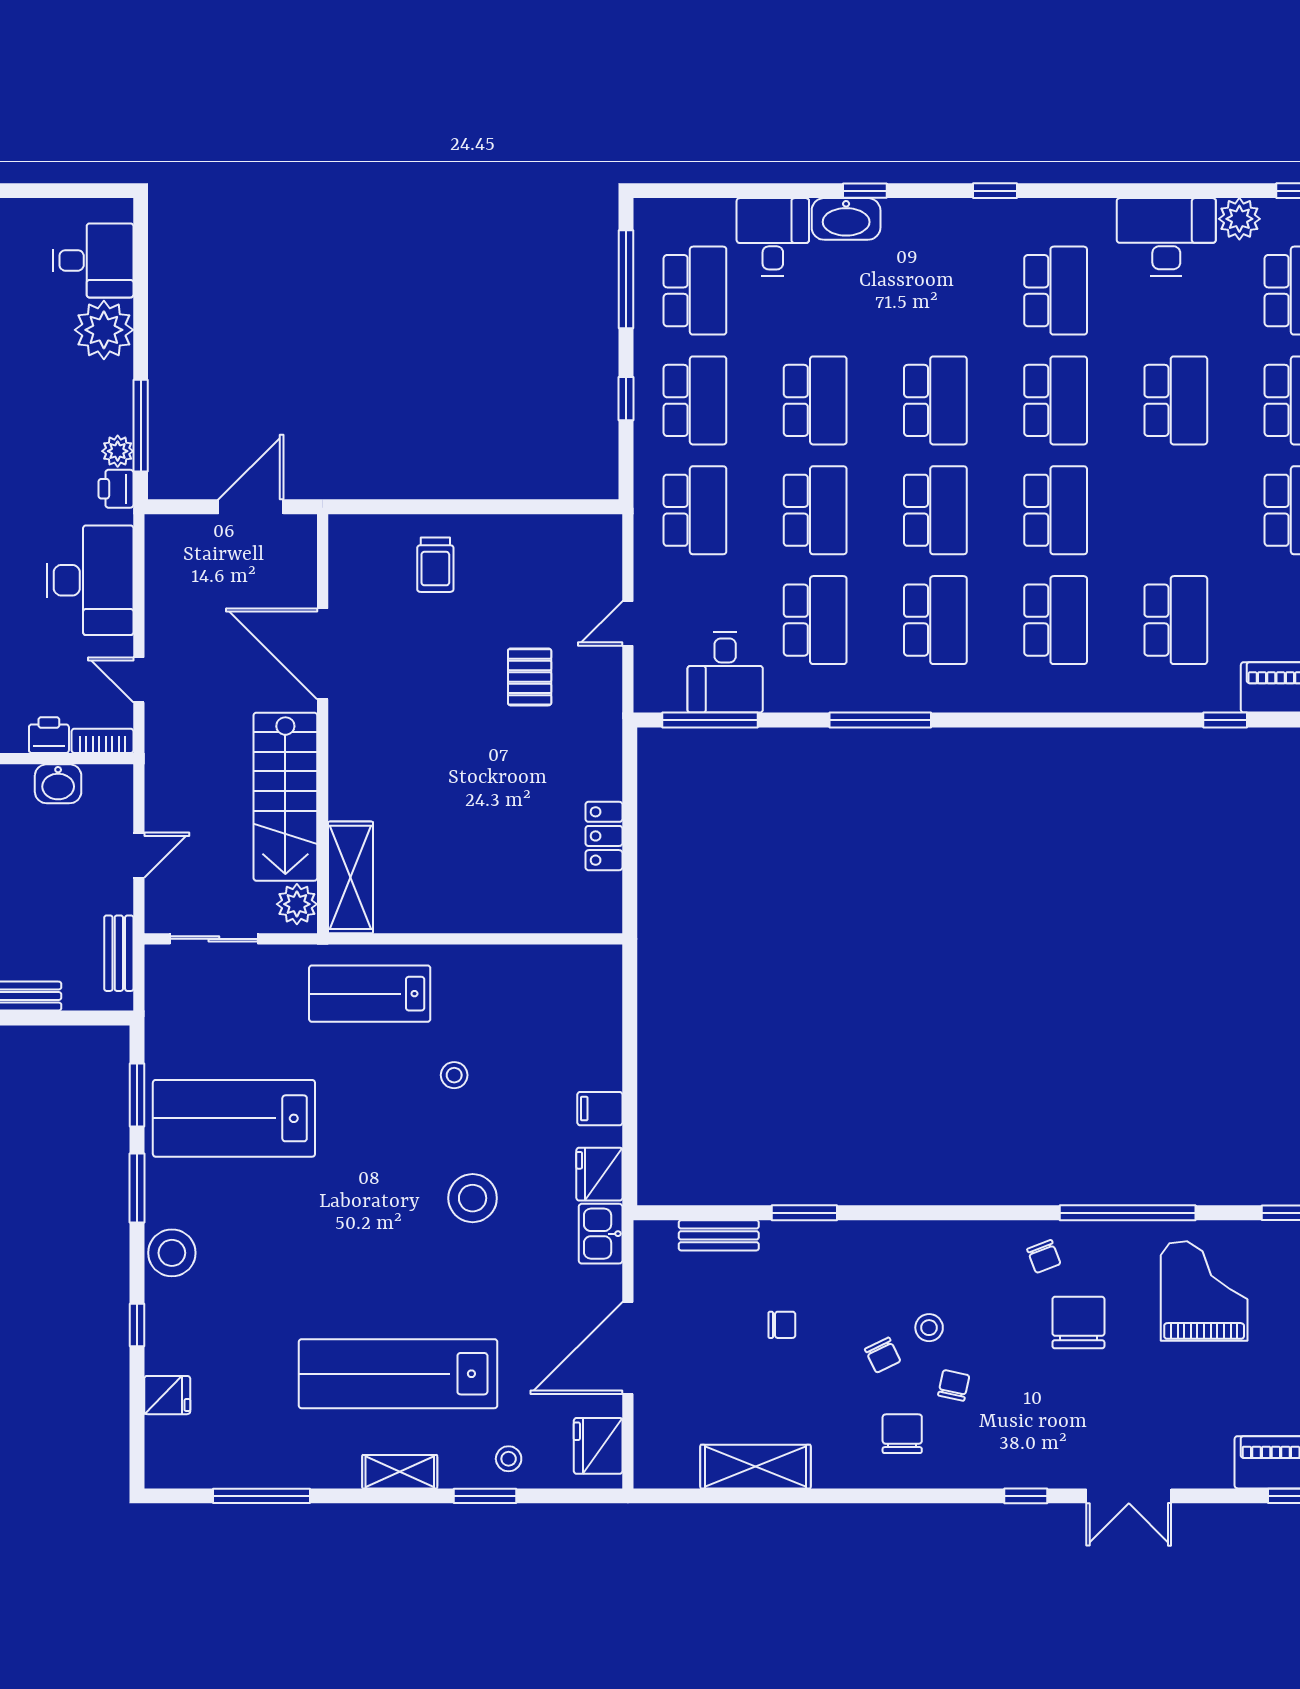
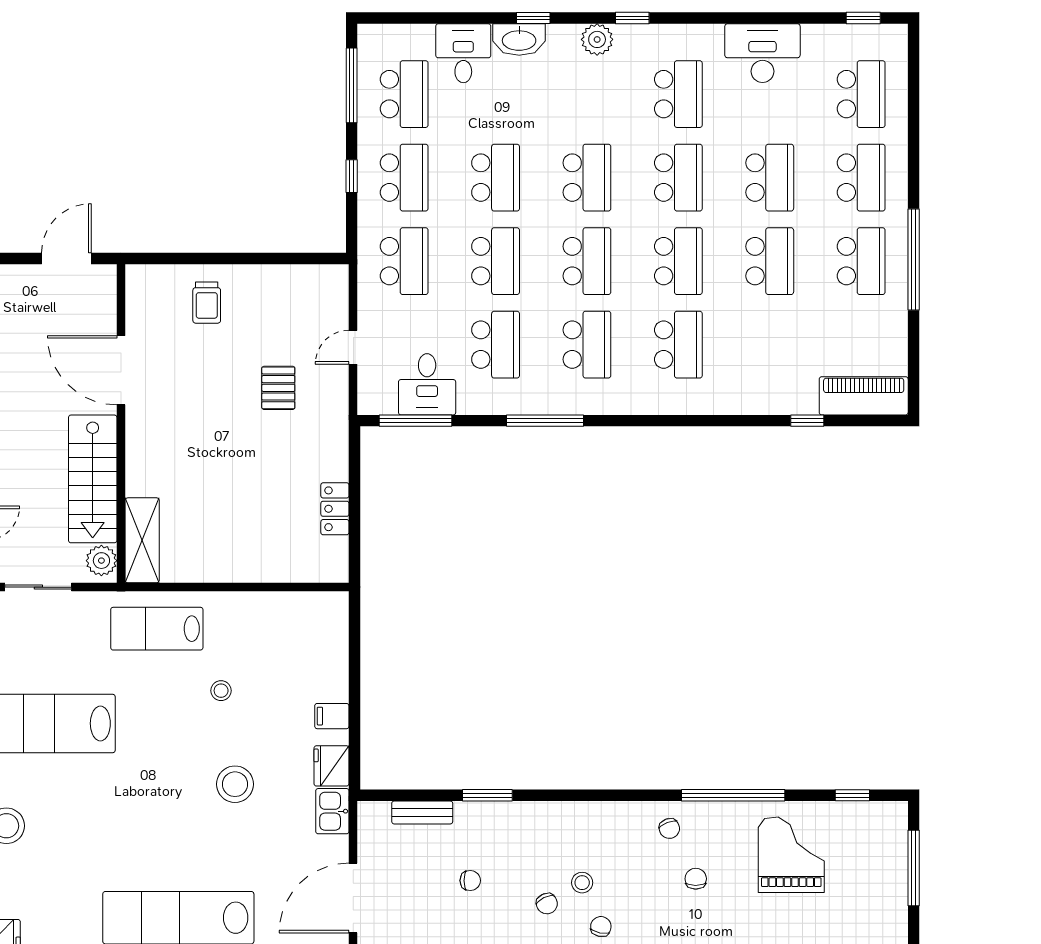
plant: (1239, 219) -> (597, 39), moved
school desk: (1176, 620) -> (770, 261), moved
chair: (1078, 1322) -> (696, 879), width x0.54, depth x0.54

